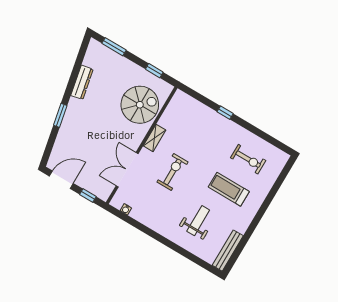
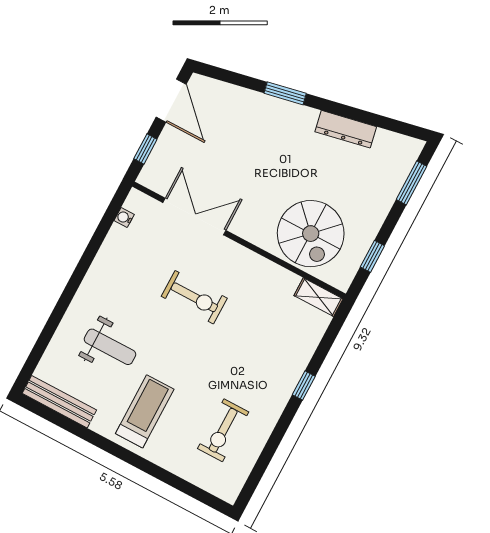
shelving: (154, 138) -> (319, 297), moved
treadmill: (229, 189) -> (145, 411), moved

